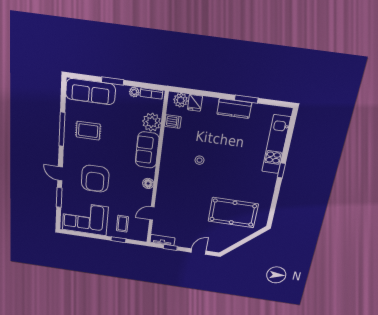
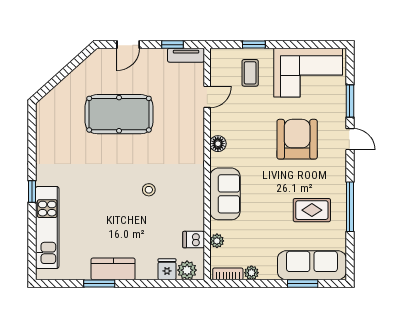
window: (113, 81) -> (303, 283), moved
plant: (152, 122) -> (217, 241), width x0.53, depth x0.53
pool table: (233, 213) -> (119, 114), moved

